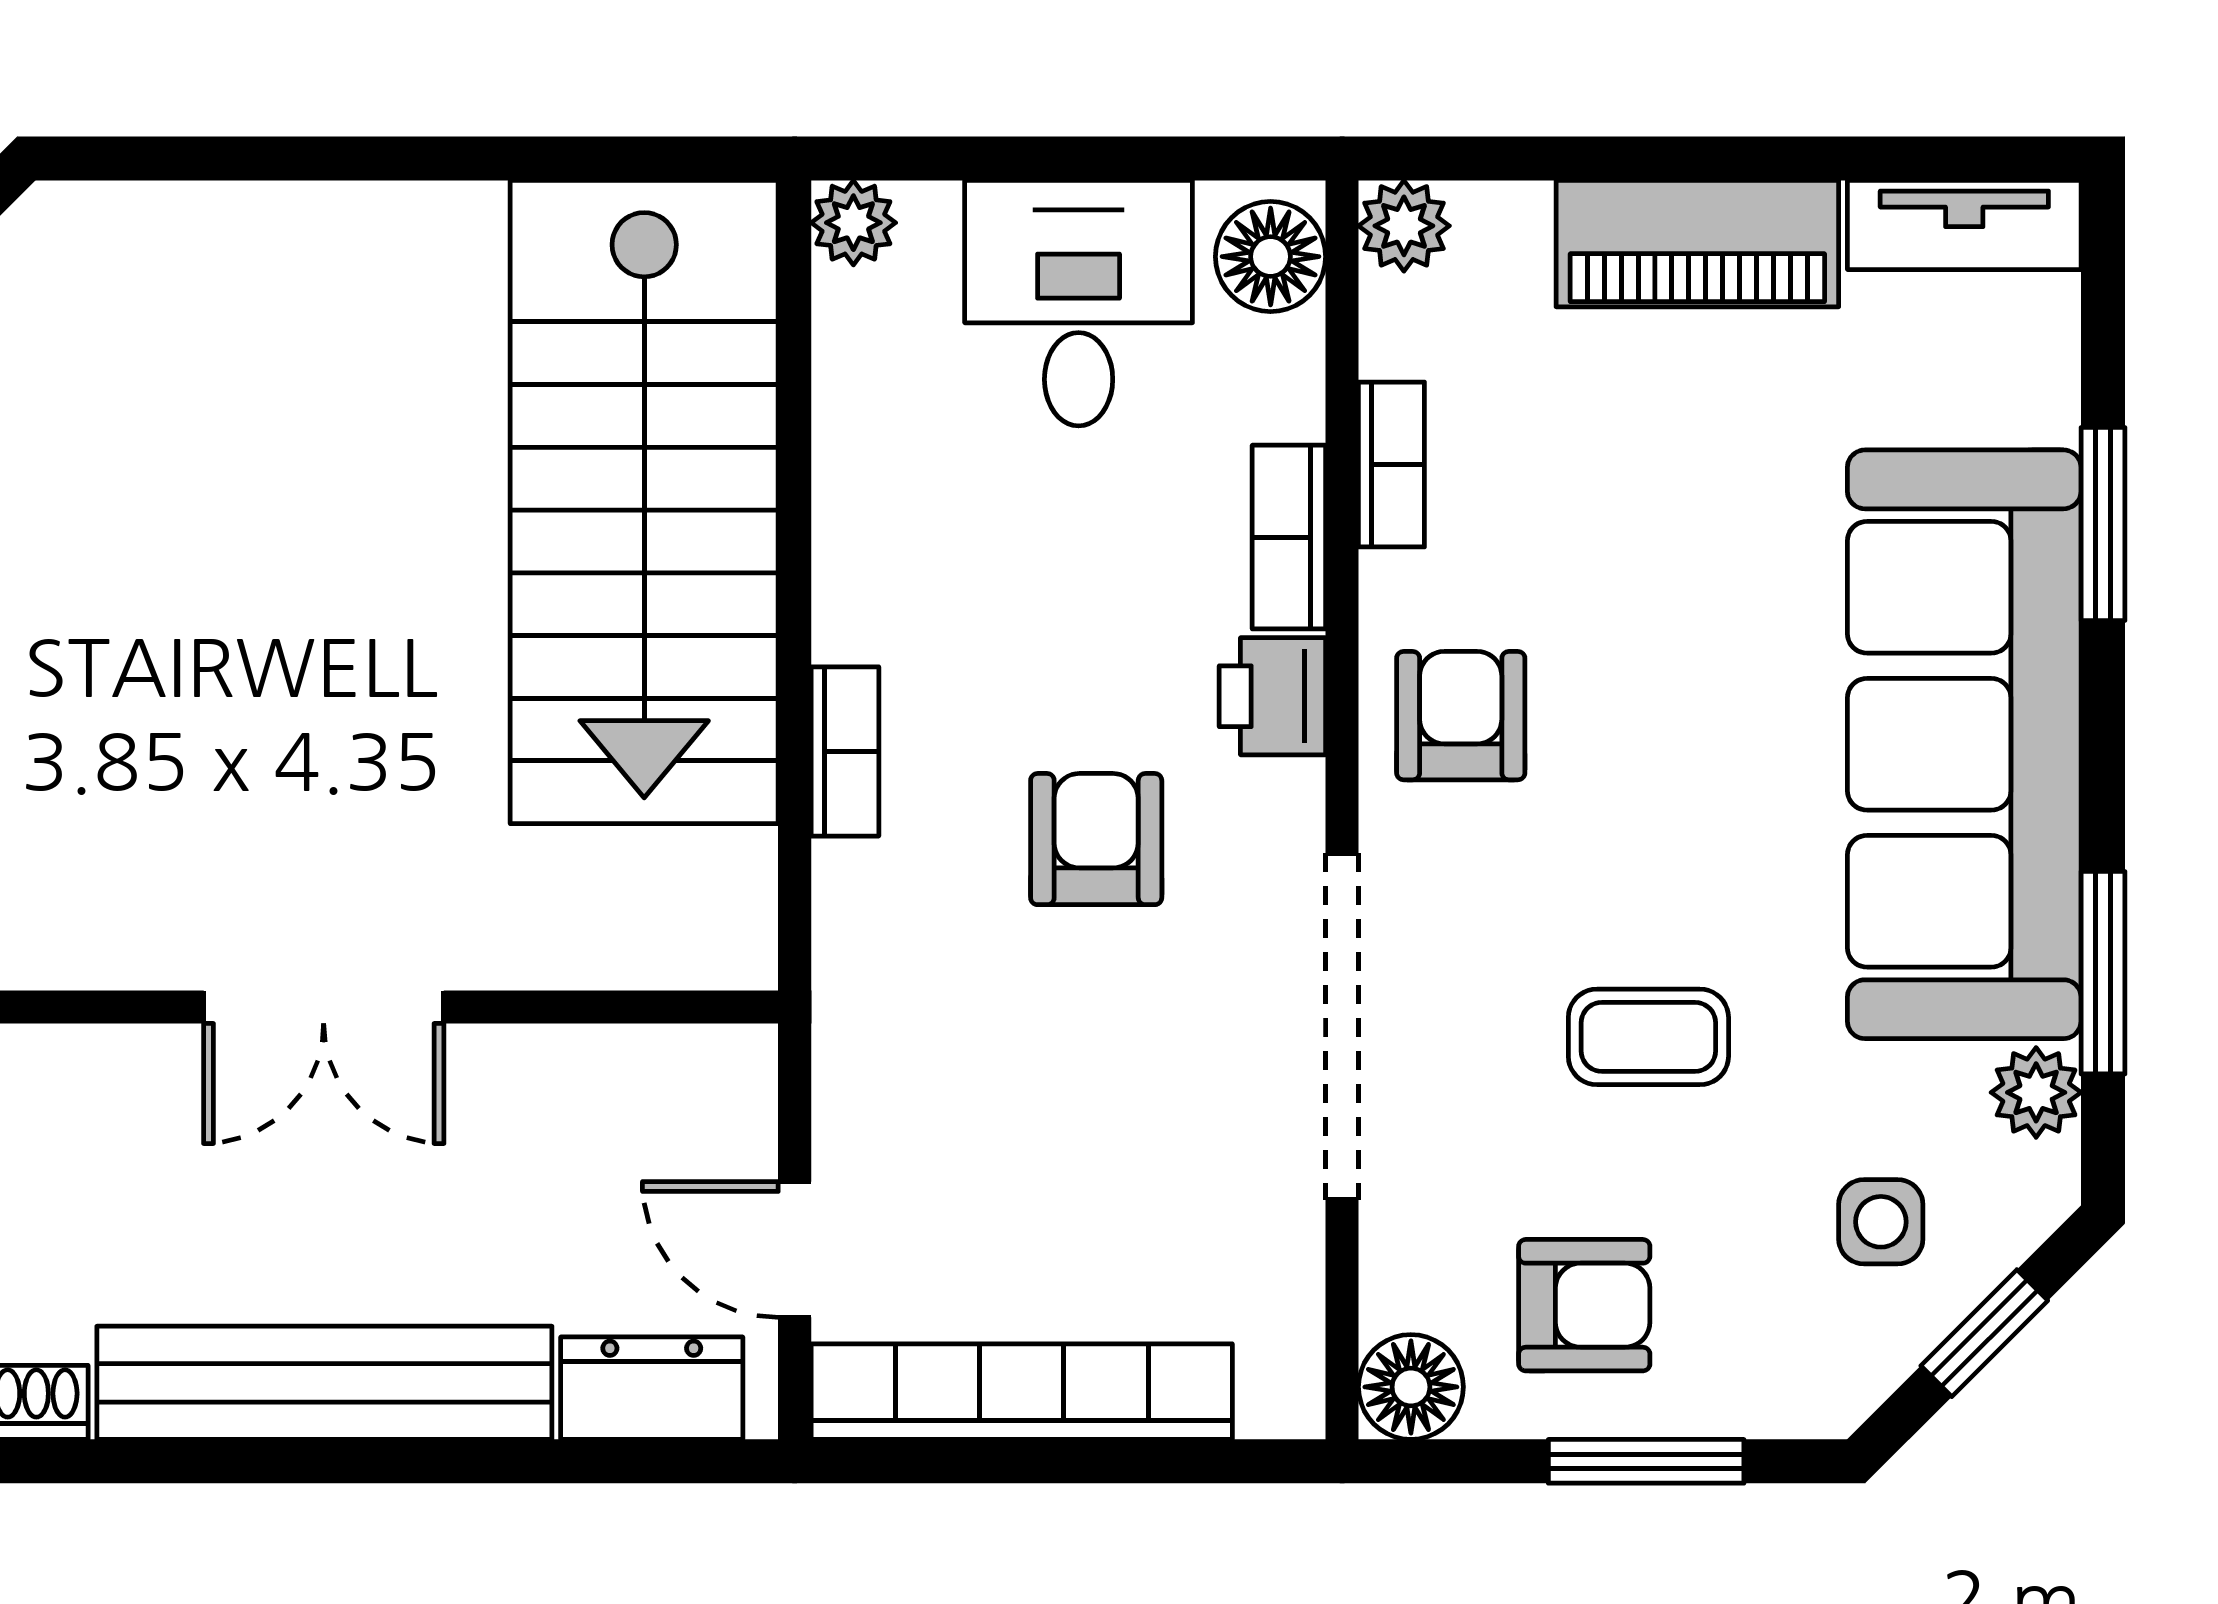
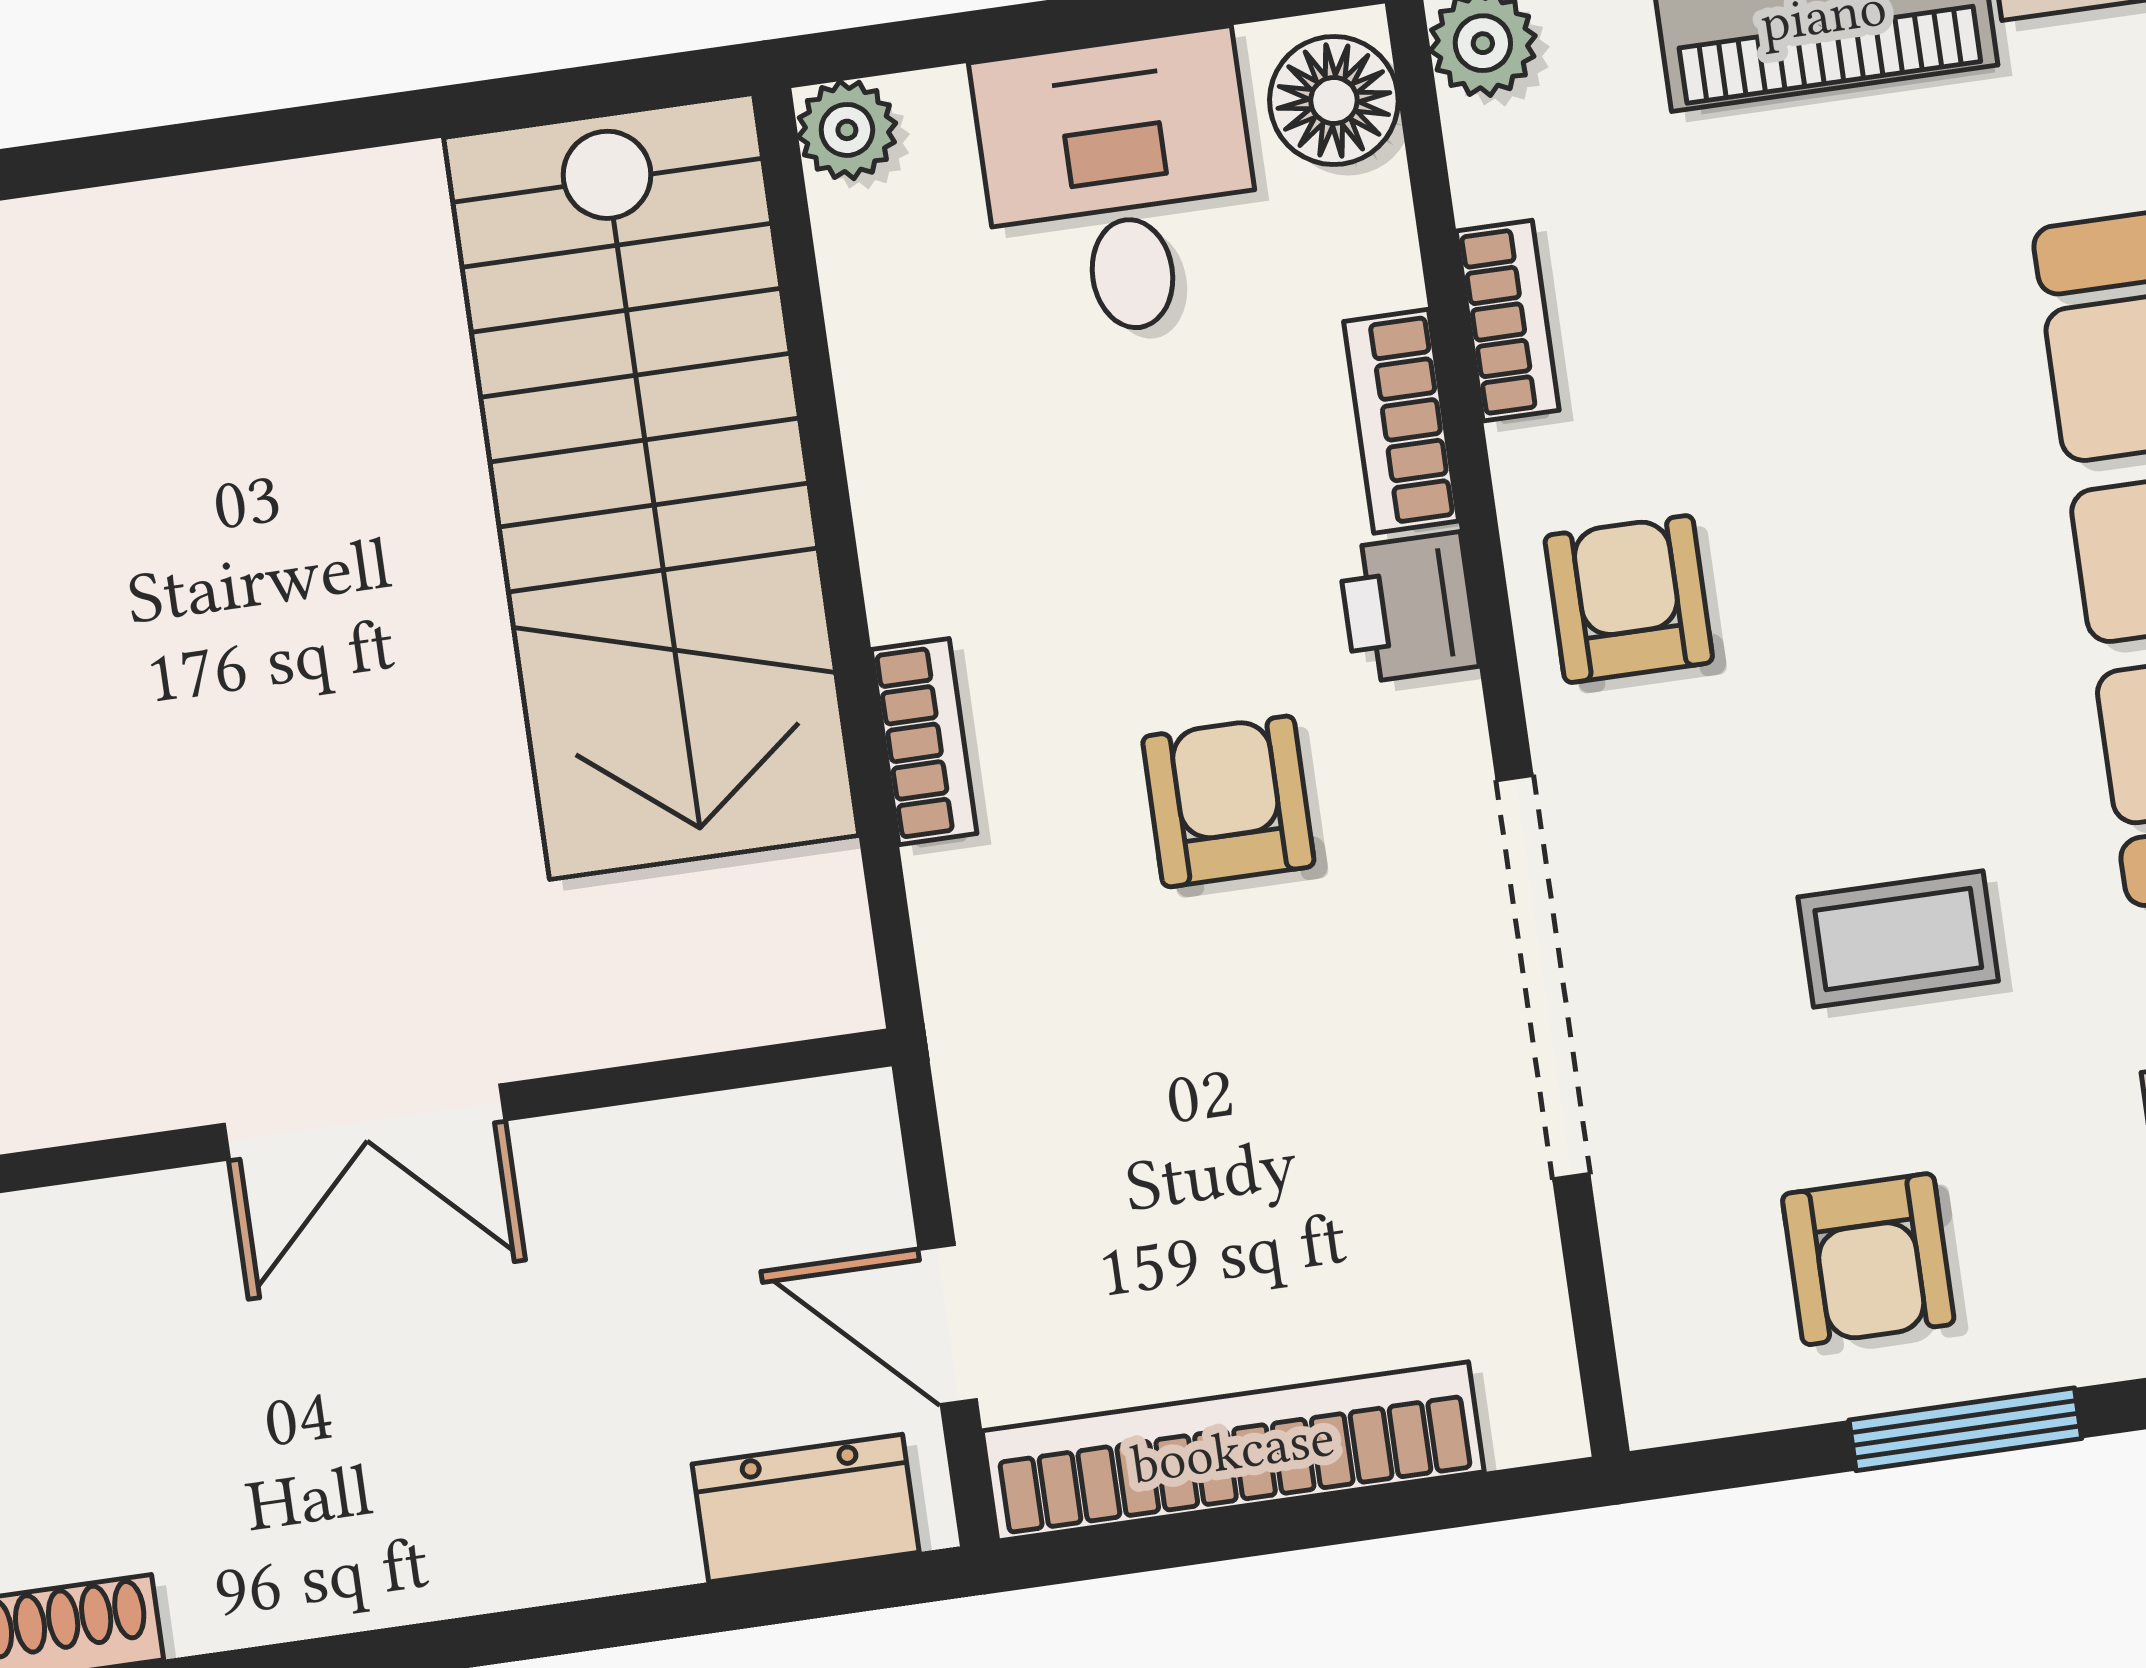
armchair: (1584, 1305) -> (1868, 1259), turned 90
bench: (324, 1383) -> (427, 1556), removed
floor lamp: (1411, 1387) -> (1682, 1382), removed

